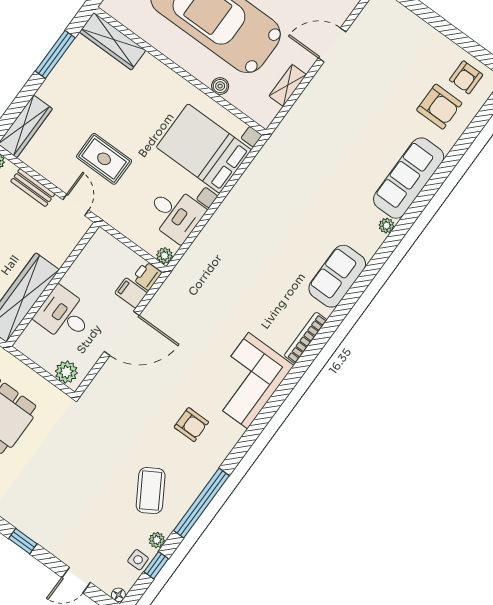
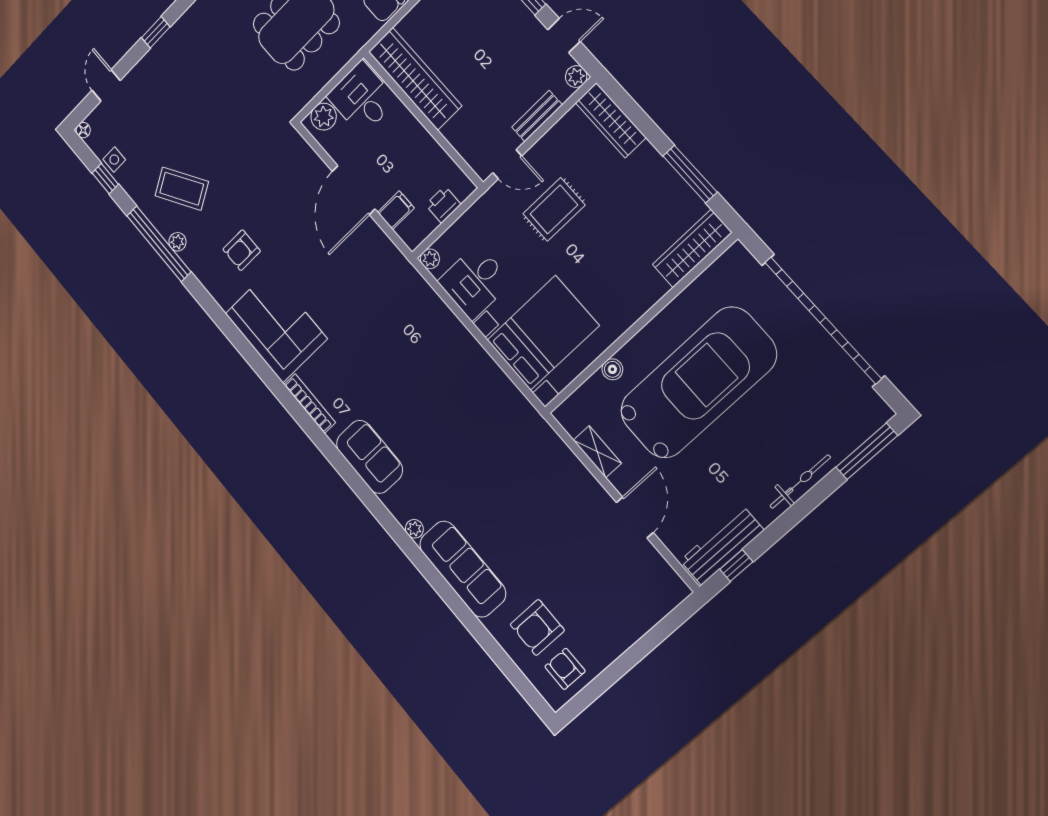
printer: (147, 276) -> (443, 205), moved, turned -90
desk: (64, 315) -> (362, 98), moved, turned -90
plant: (157, 540) -> (177, 242), moved

